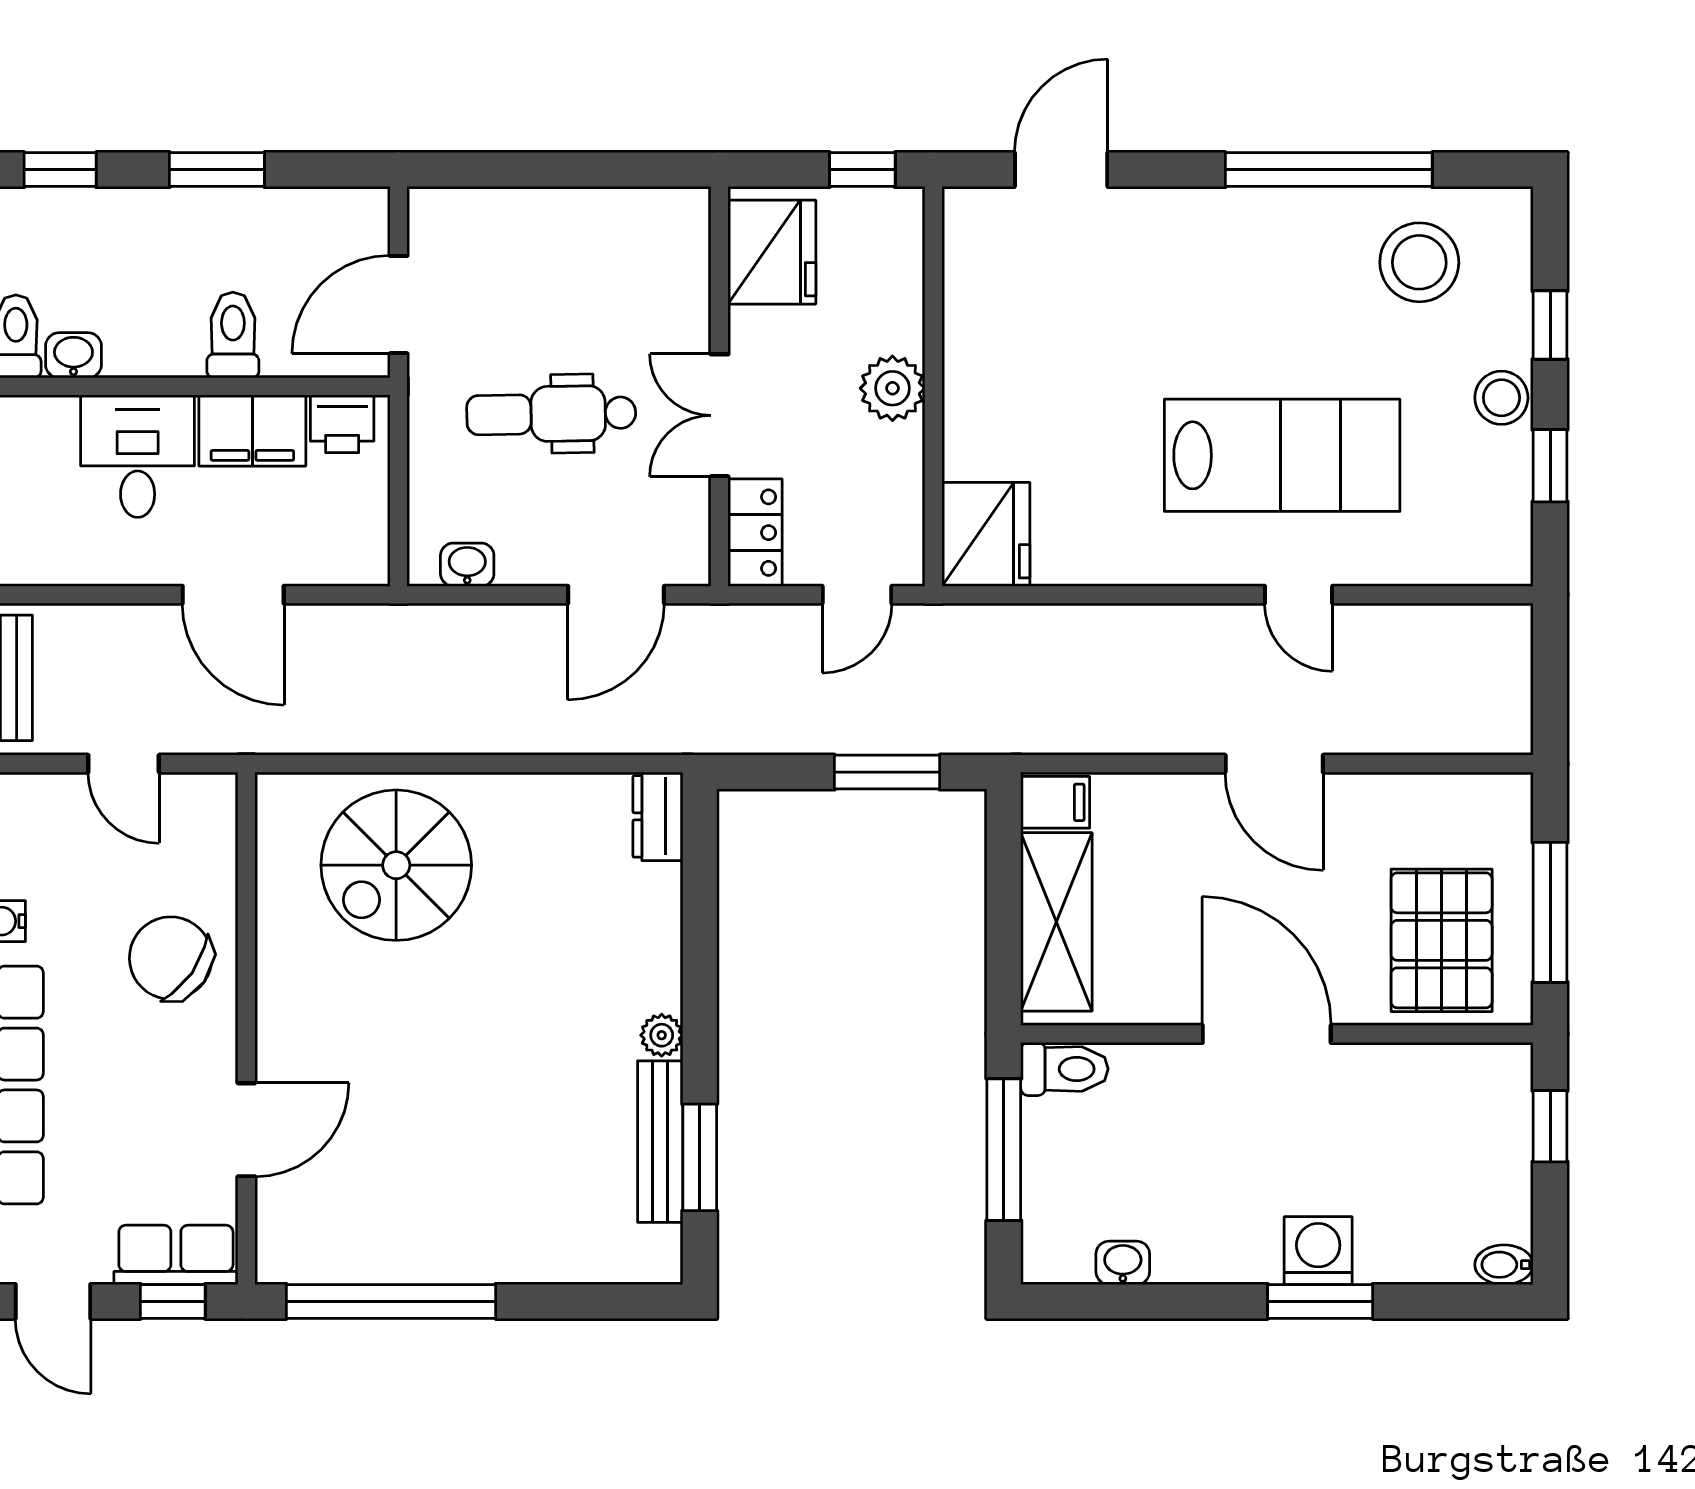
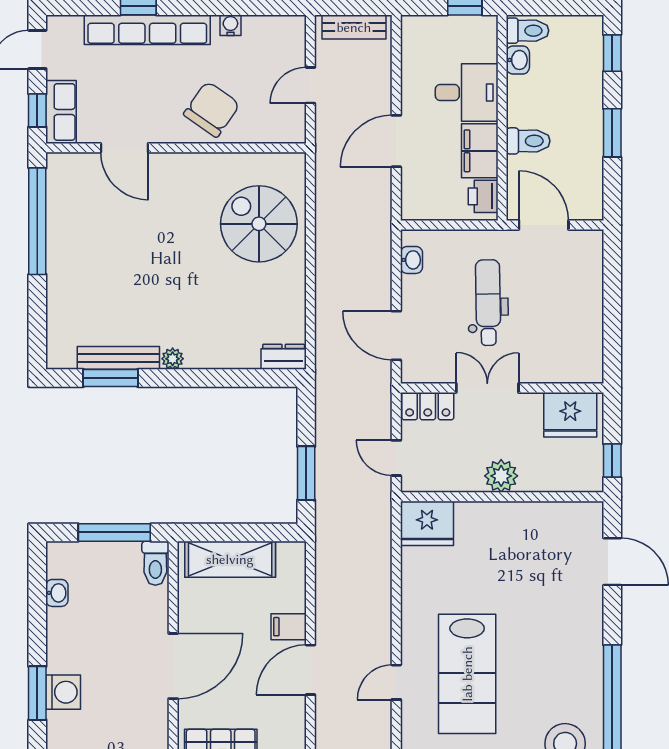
filing cabinet: (1055, 802) -> (289, 627), moved, turned 90

